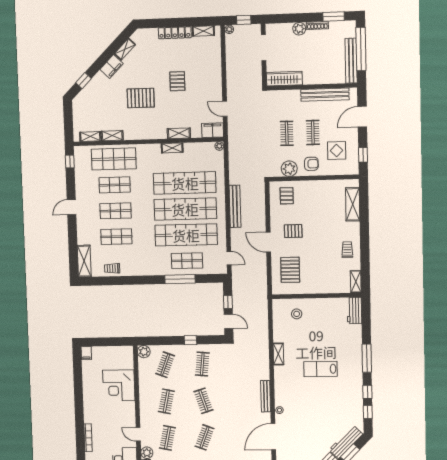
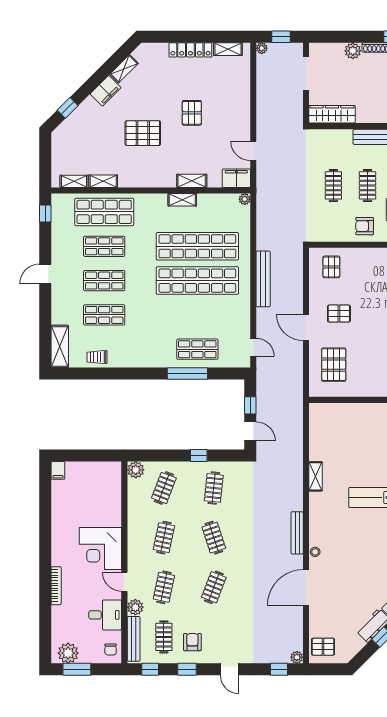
armchair: (311, 164) -> (365, 226), turned 180
plant: (289, 169) -> (336, 232), removed
shop shelf: (186, 235) -> (197, 315), removed
stool: (297, 314) -> (341, 423), removed
corner desk: (119, 385) -> (100, 549), moved

